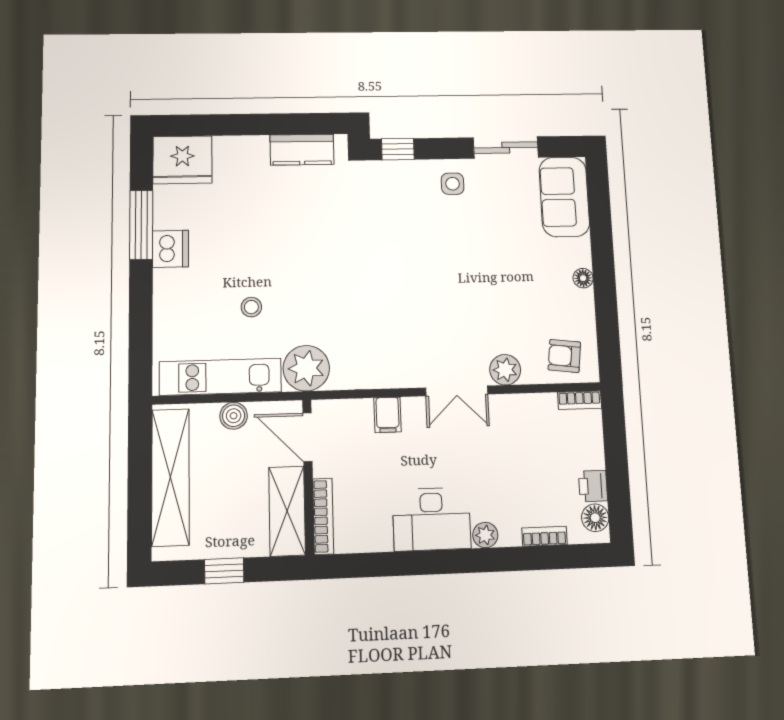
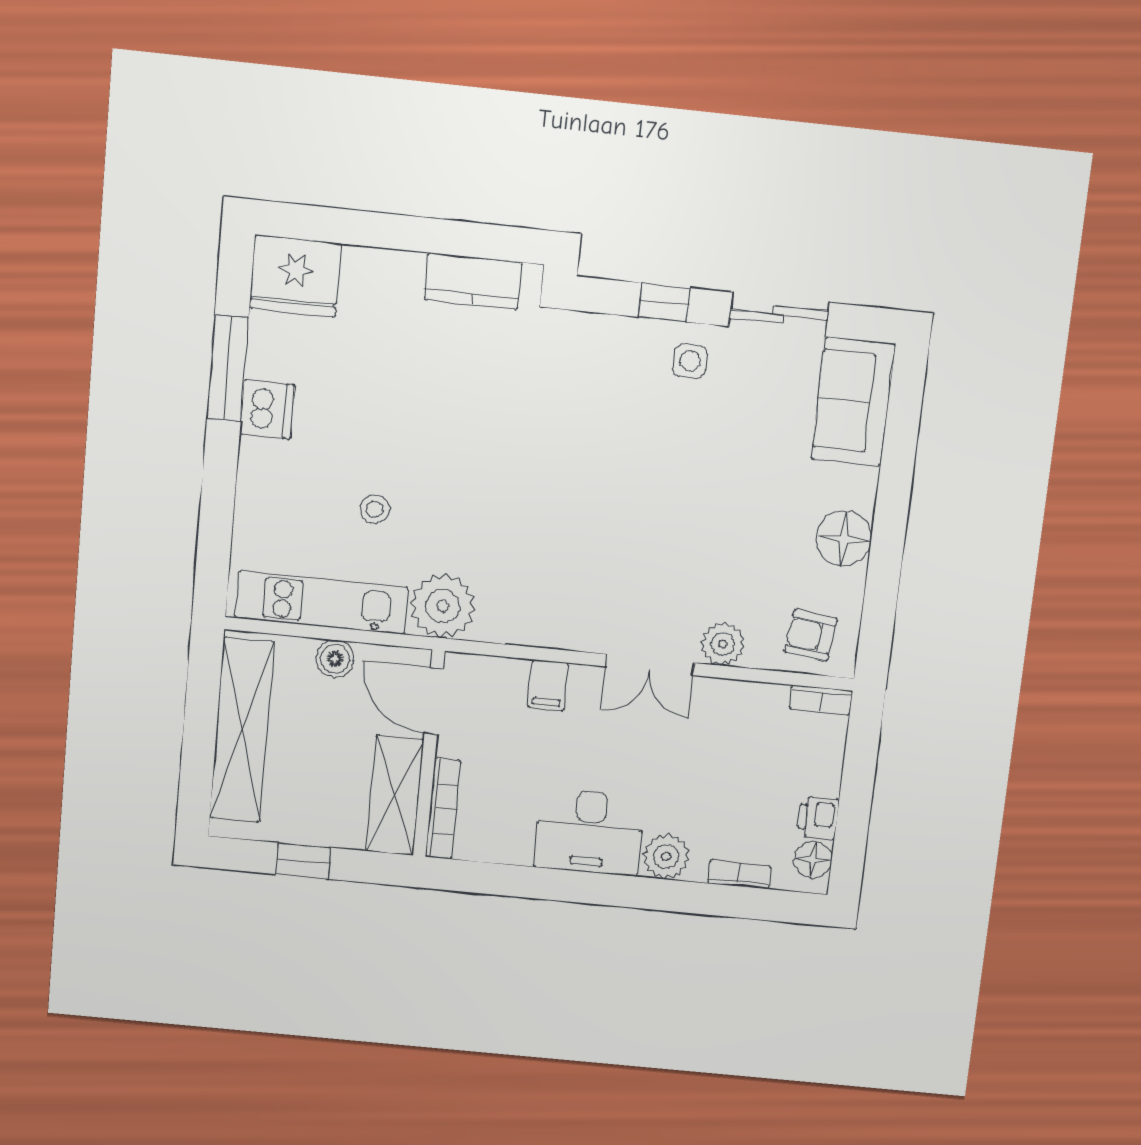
window: (398, 149) -> (664, 303), moved
floor lamp: (583, 278) -> (844, 538), width x1.89, depth x1.89
plant: (485, 535) -> (666, 856), width x1.38, depth x1.38

